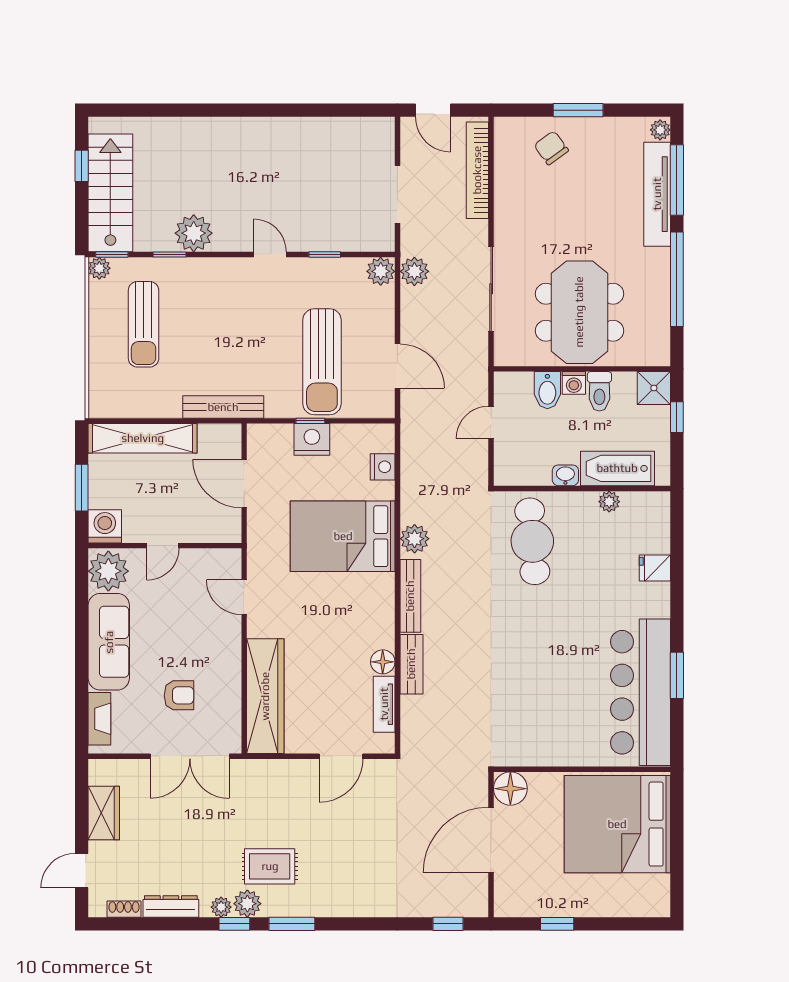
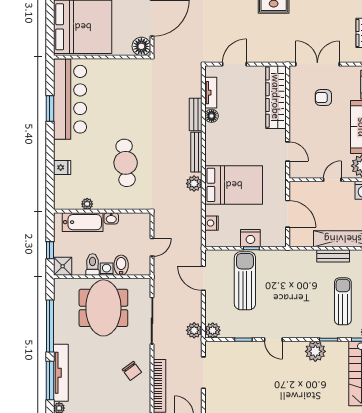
chair: (551, 148) -> (132, 371), moved
bench: (223, 407) -> (333, 256), moved, width x0.73
cafe table: (532, 541) -> (126, 163), moved

